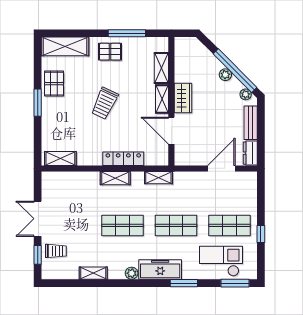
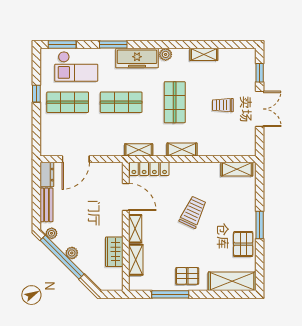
wardrobe: (183, 98) -> (114, 252), moved
trolley: (105, 103) -> (193, 212), moved
locker: (123, 159) -> (149, 169), moved
shop shelf: (122, 225) -> (175, 102), turned 90
trolley: (56, 251) -> (223, 105), moved

